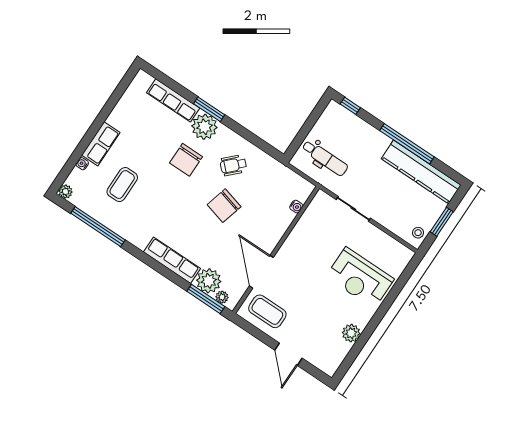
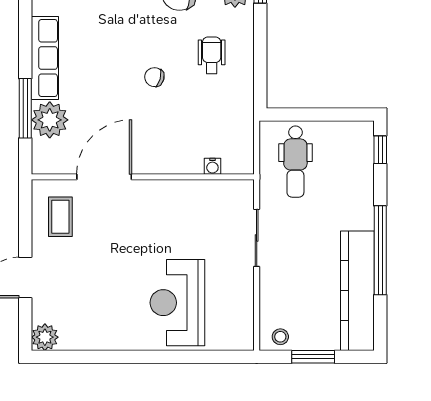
wheelchair: (233, 165) -> (212, 55), turned 45
chair: (224, 206) -> (154, 77), width x0.54, depth x0.54
plant: (222, 297) -> (41, 149), removed
window: (206, 299) -> (25, 108), moved
coffee table: (267, 311) -> (60, 217), width x0.73, depth x0.77
plant: (351, 333) -> (45, 337), moved

